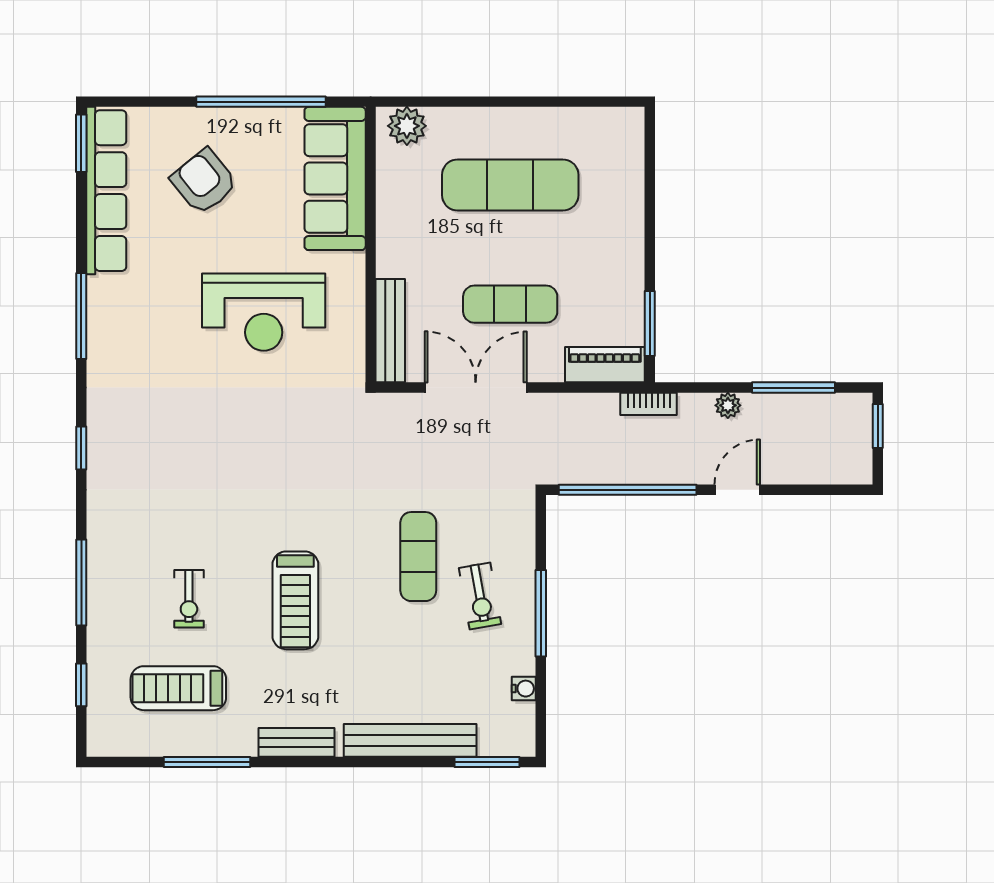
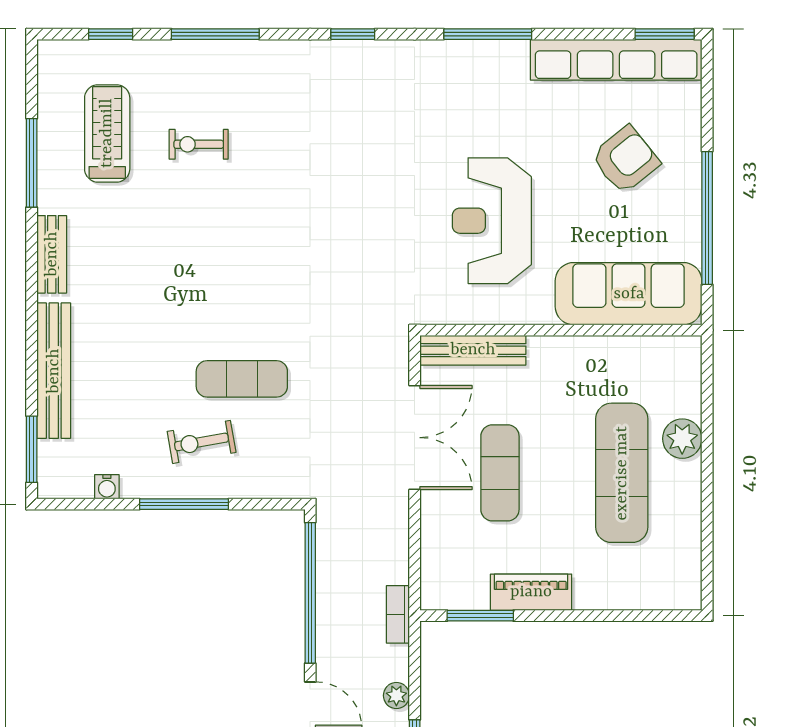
plant: (407, 126) -> (682, 439), moved
piano: (605, 365) -> (531, 592), moved, turned -90
treadmill: (295, 600) -> (197, 253), removed

